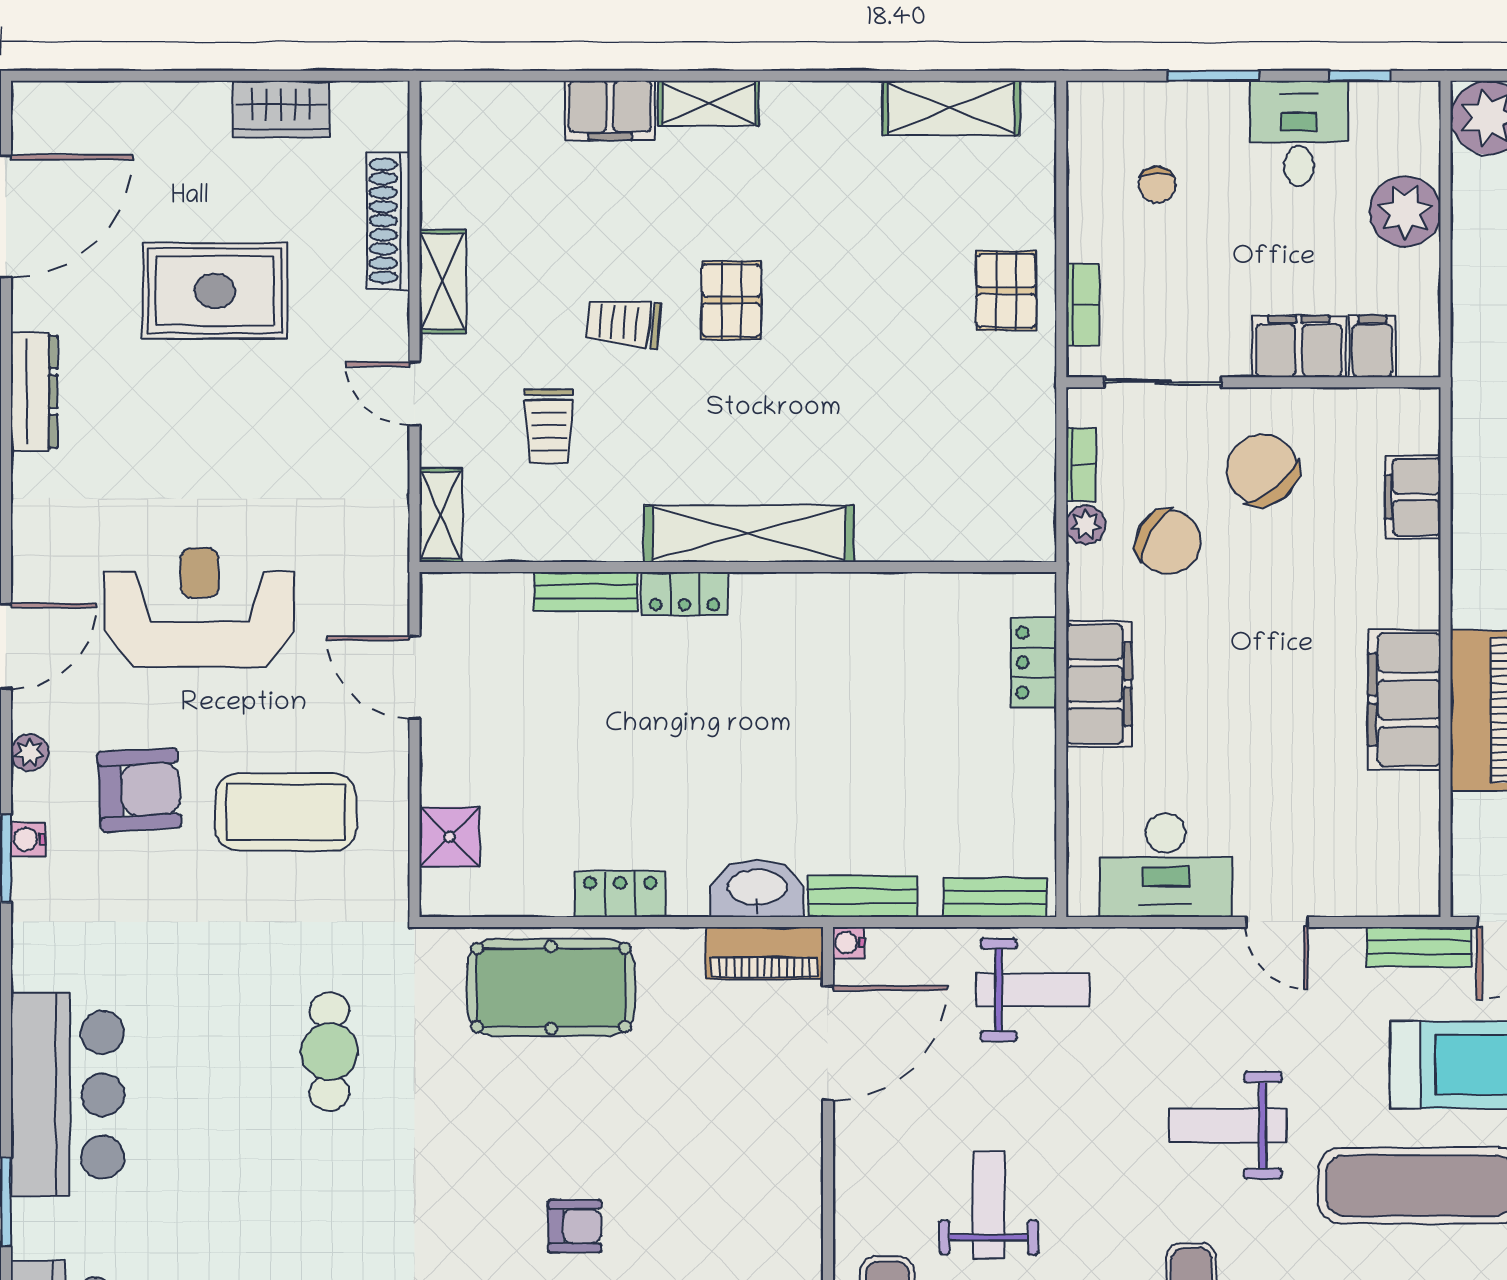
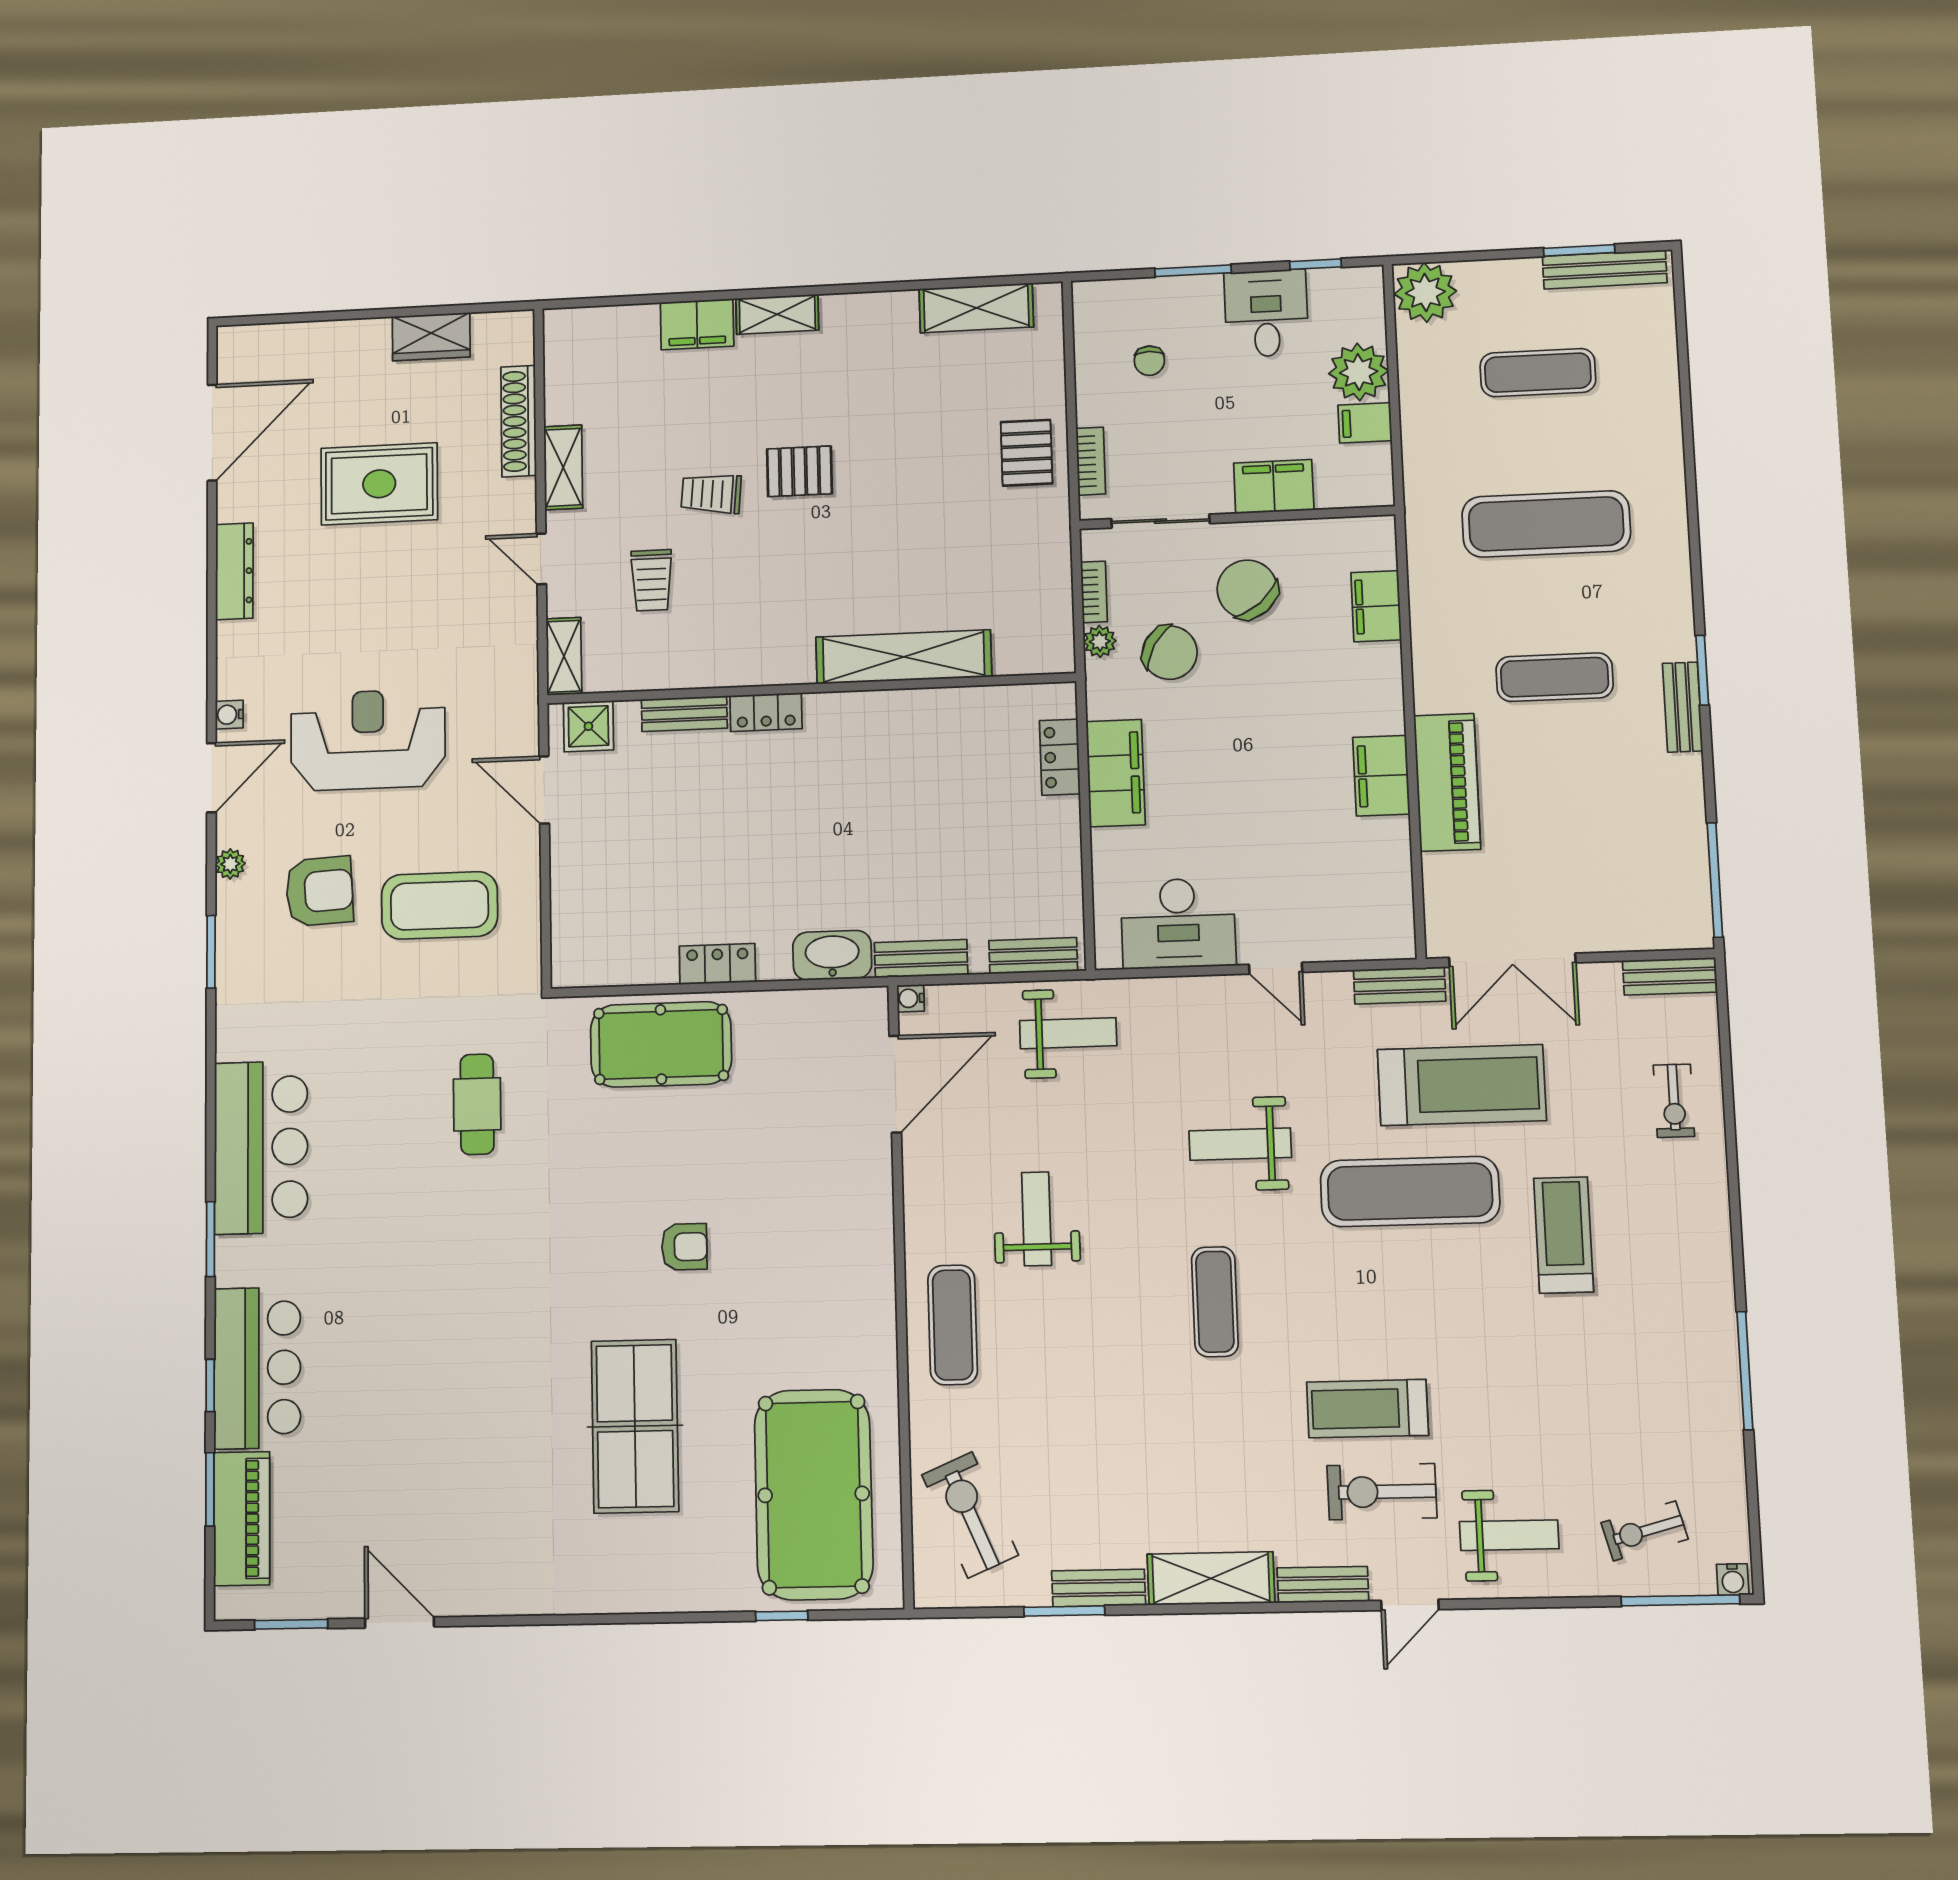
pallet: (731, 300) -> (799, 471), turned 90
filing cabinet: (1372, 346) -> (1365, 423), moved, turned -90
shelving: (749, 534) -> (904, 657), moved
filing cabinet: (1404, 700) -> (1381, 776), width x0.67, depth x0.86
shower: (450, 837) -> (588, 726), moved
water cooler: (28, 839) -> (229, 715), moved
piano: (764, 953) -> (840, 1009), removed

